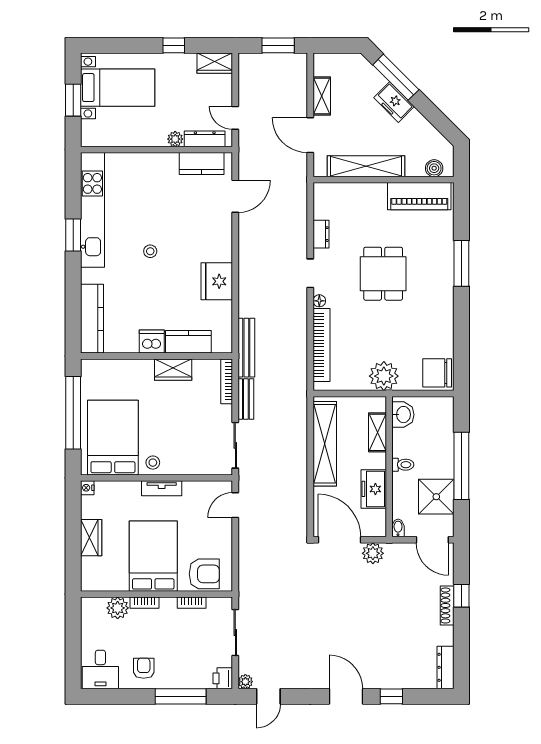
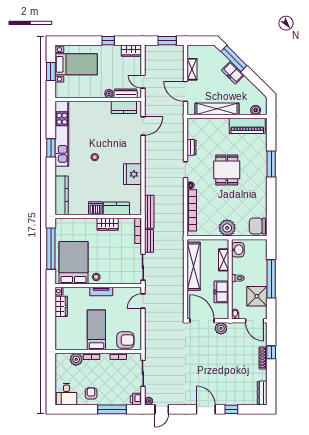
wardrobe: (91, 538) -> (61, 306), moved
bed: (153, 556) -> (96, 330), width x0.67

